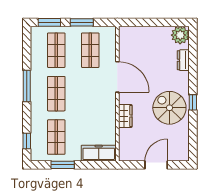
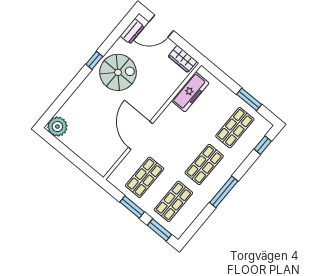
dresser: (183, 60) -> (132, 31), moved
spiral stairs: (169, 108) -> (118, 72), turned -90
wardrobe: (125, 116) -> (183, 59), moved, turned -90
freezer: (99, 153) -> (190, 92), moved, turned -90
door: (156, 165) -> (161, 26), moved

